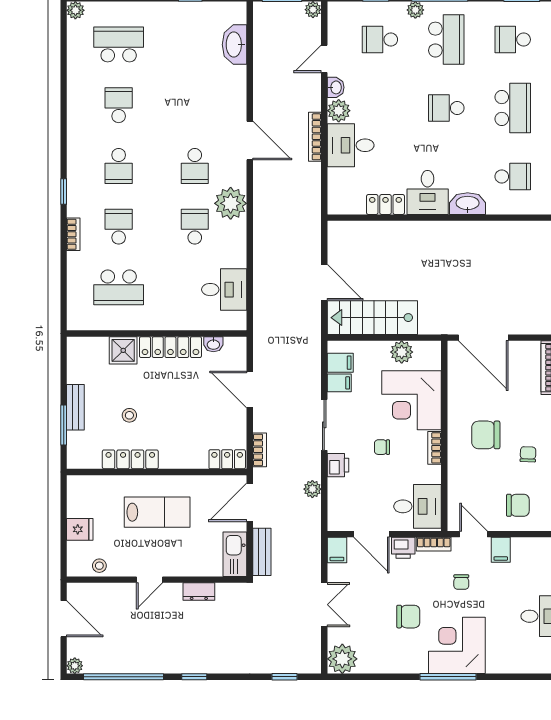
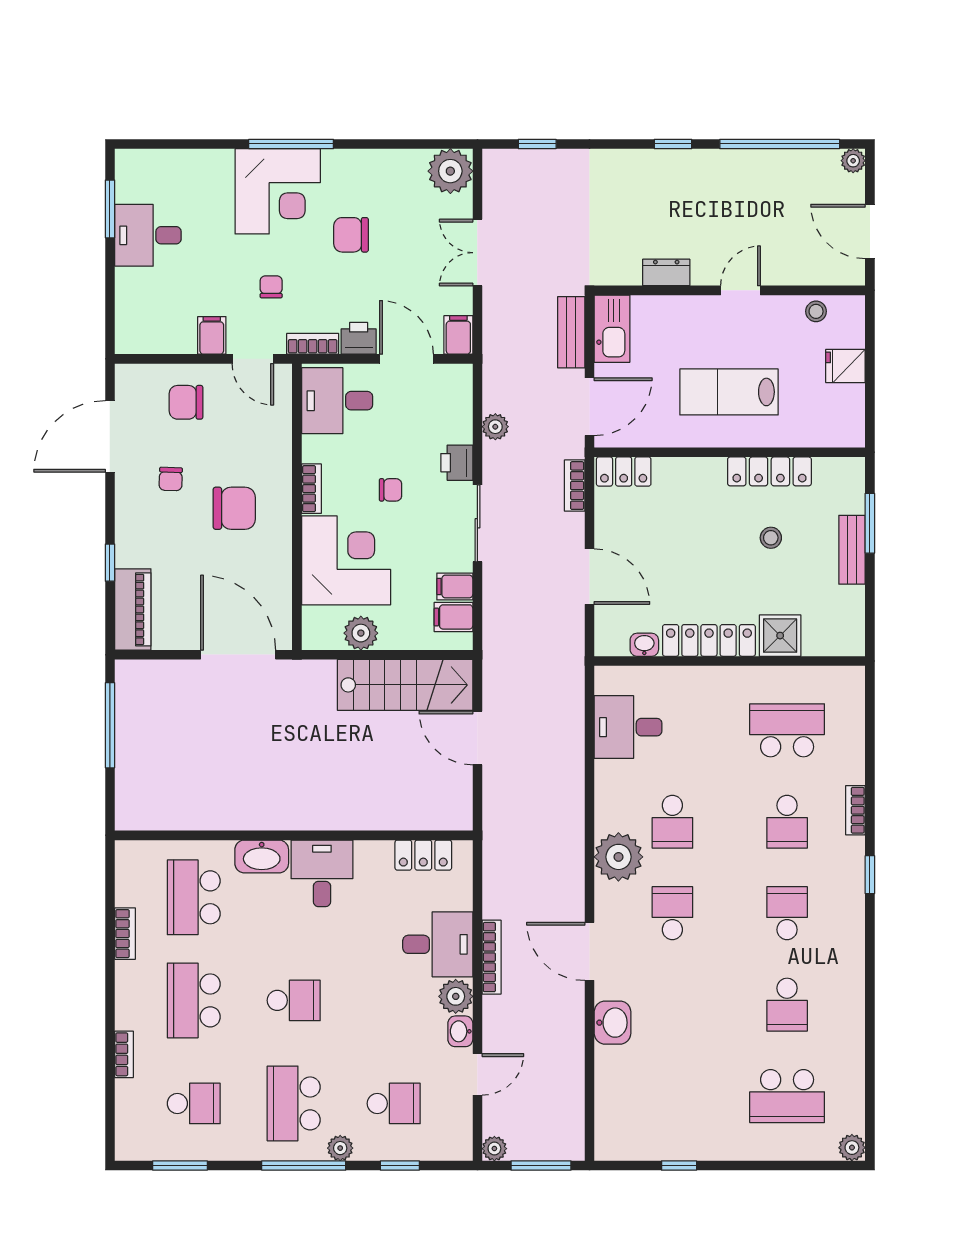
washbasin: (235, 45) -> (612, 1023), moved, width x0.72
school desk: (513, 176) -> (194, 897), width x1.85
locker: (385, 204) -> (423, 855), moved

